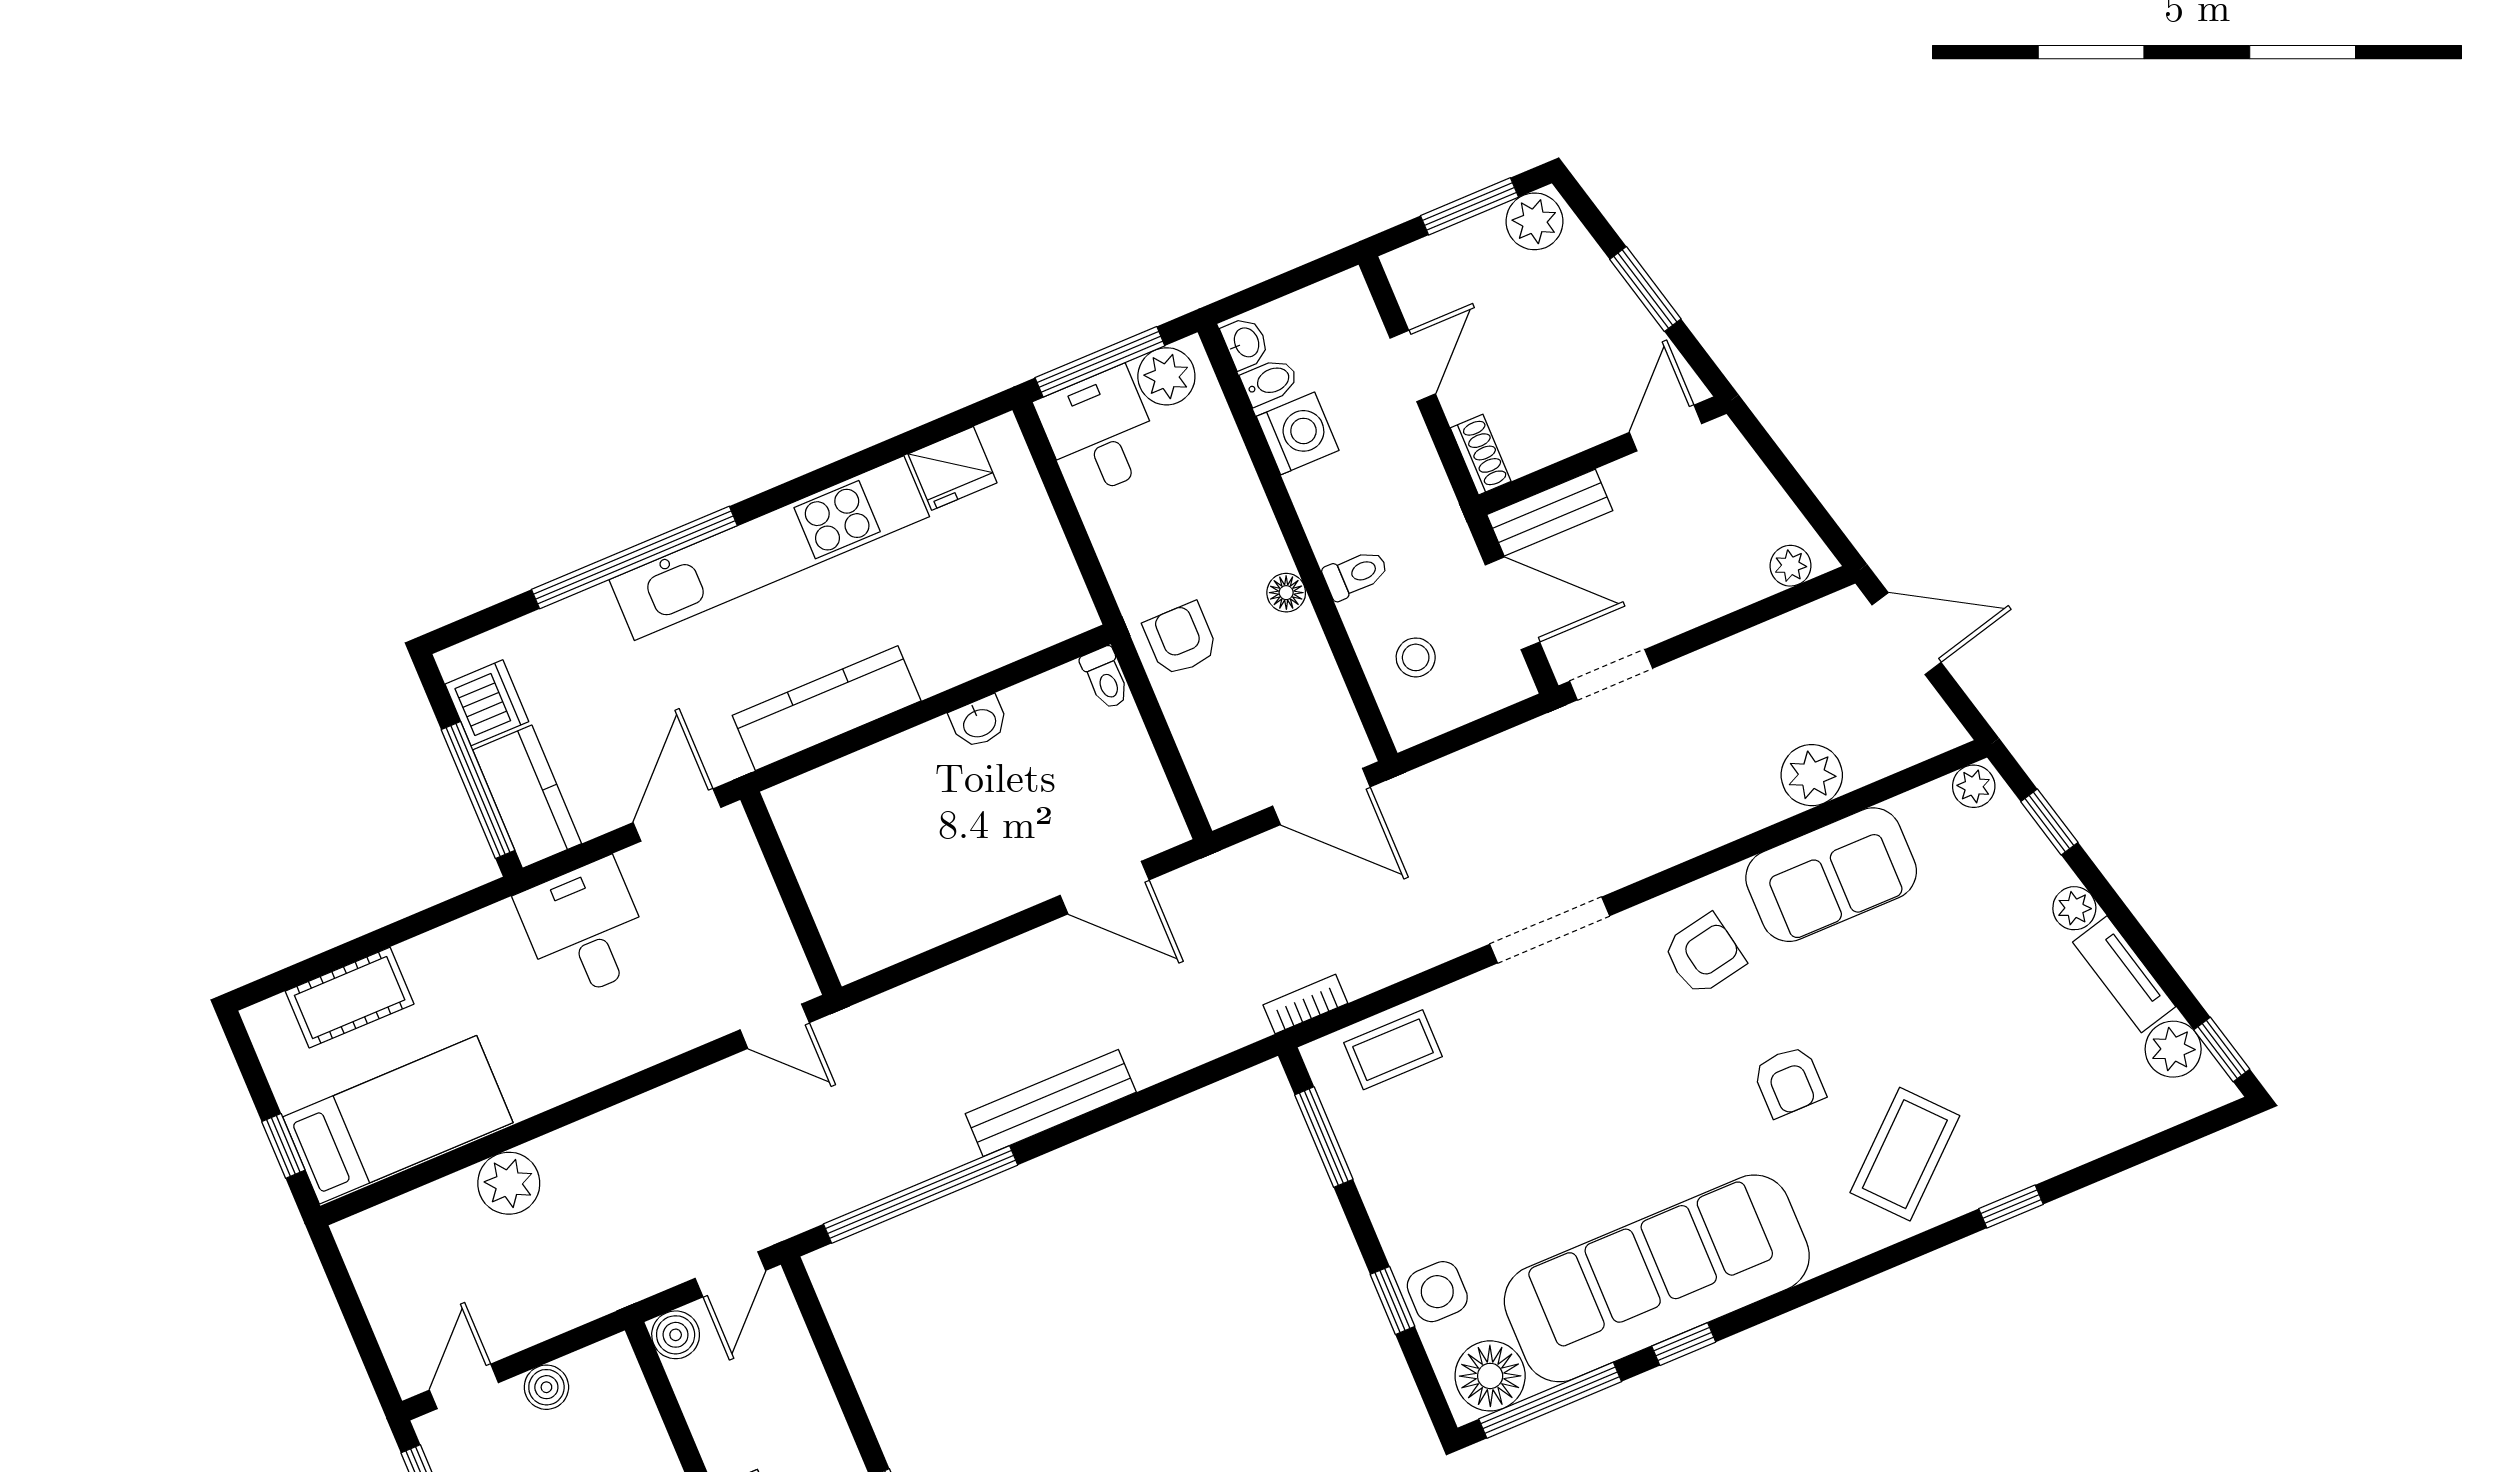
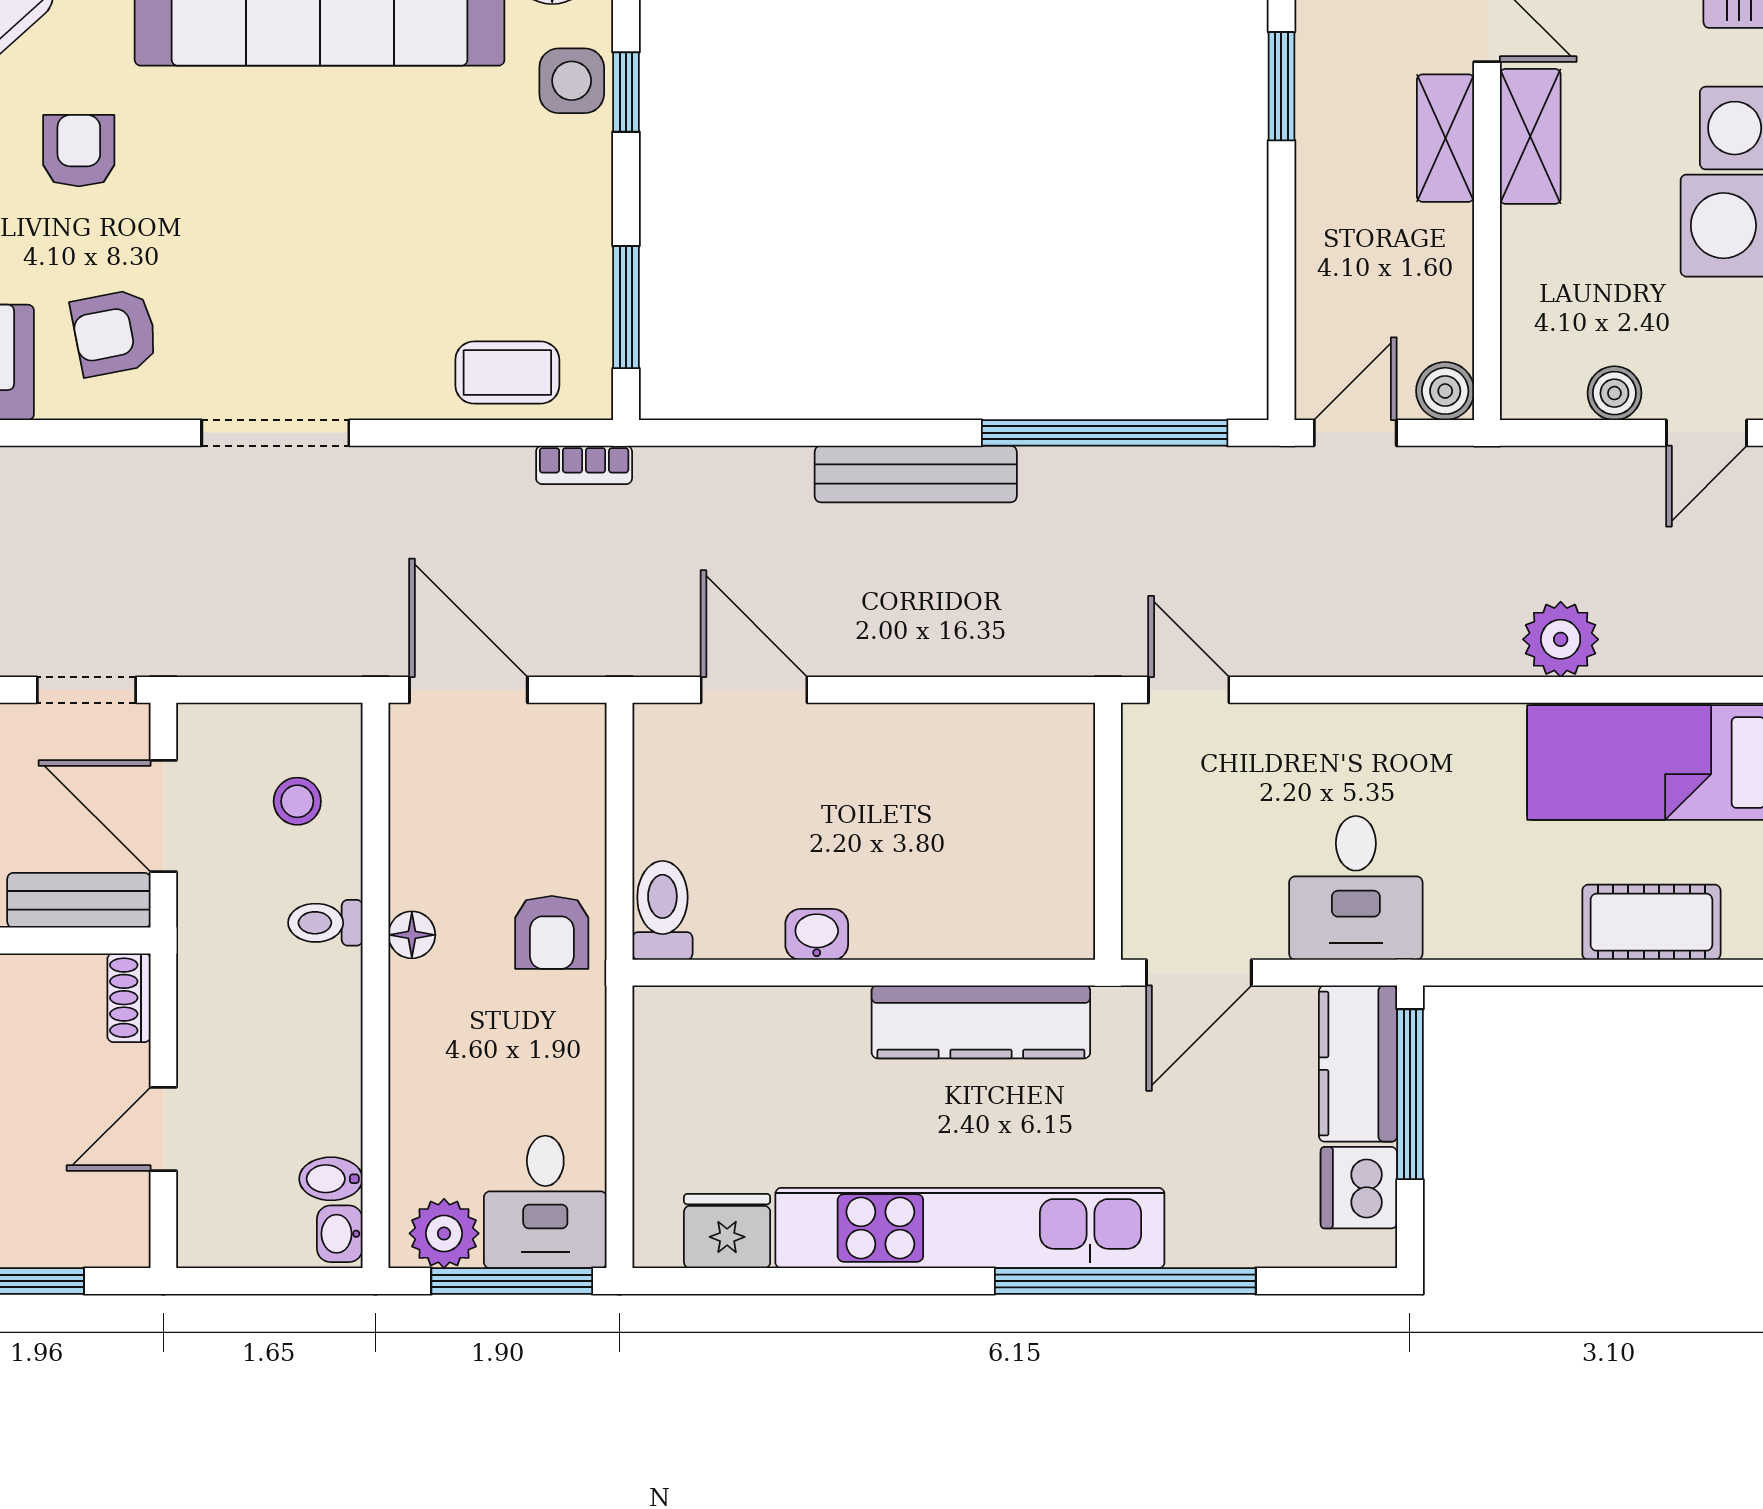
washing machine: (1298, 433) -> (324, 1108), removed
toilet: (1106, 678) -> (662, 910), width x1.37, depth x1.39

